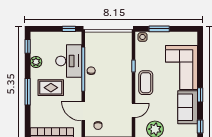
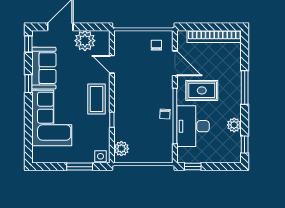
plant: (126, 43) -> (121, 149), added
rug: (51, 88) -> (202, 90), moved
door: (133, 110) -> (112, 64), hinge flipped

